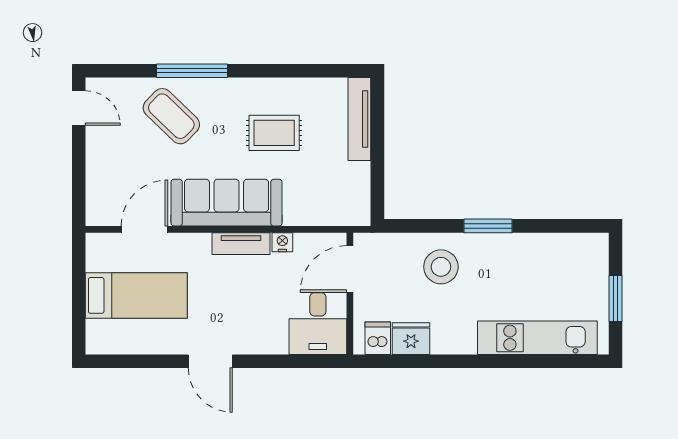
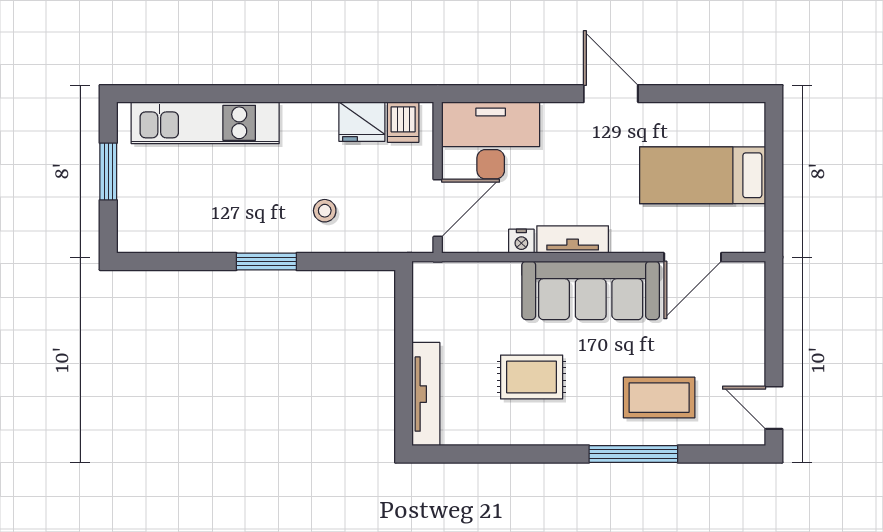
coffee table: (171, 116) -> (659, 398), turned -44
stool: (441, 267) -> (325, 211), width x0.53, depth x0.53
desk: (318, 324) -> (491, 140), width x1.37

